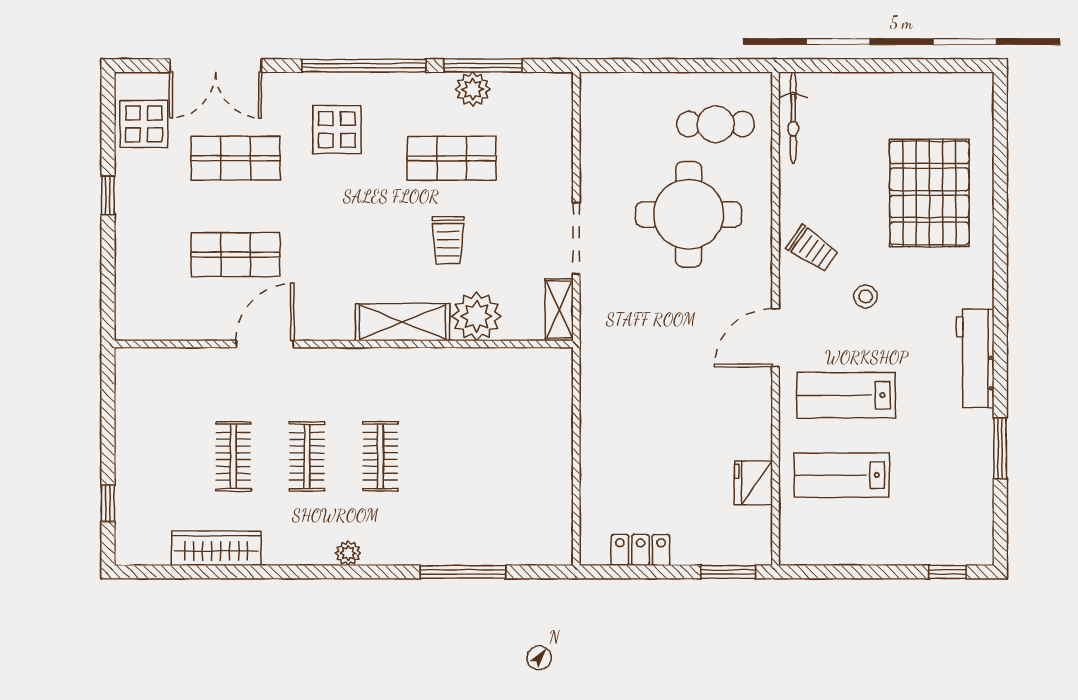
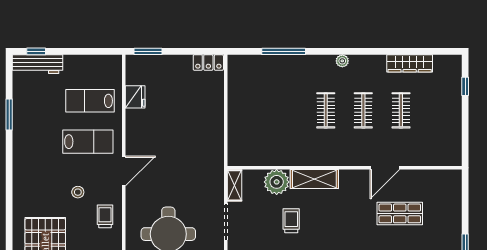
trolley: (812, 249) -> (105, 216), turned 55
workbench: (975, 358) -> (38, 64), moved, turned 90
lab bench: (842, 475) -> (90, 101), turned 180
locker: (640, 550) -> (208, 63), moved

